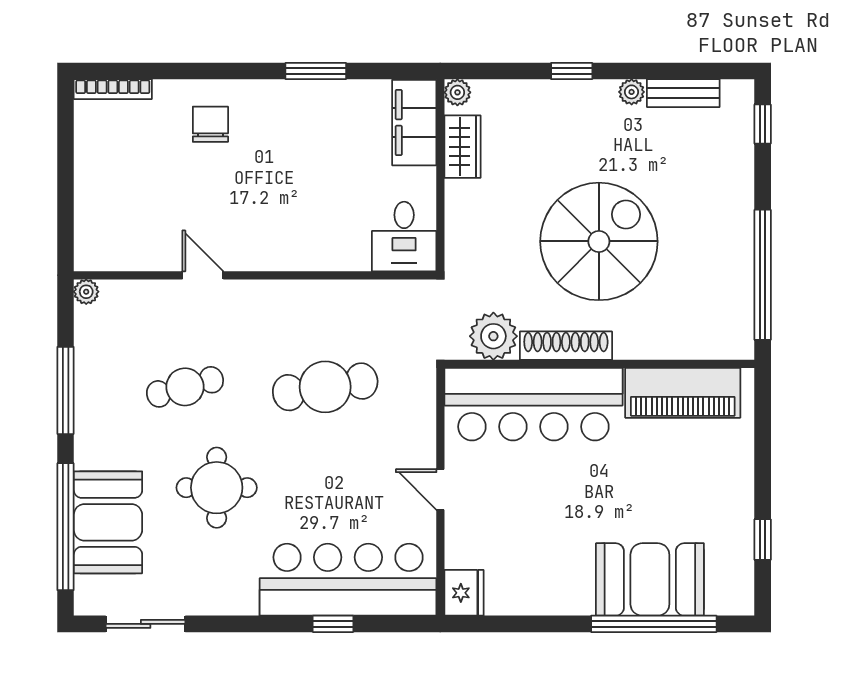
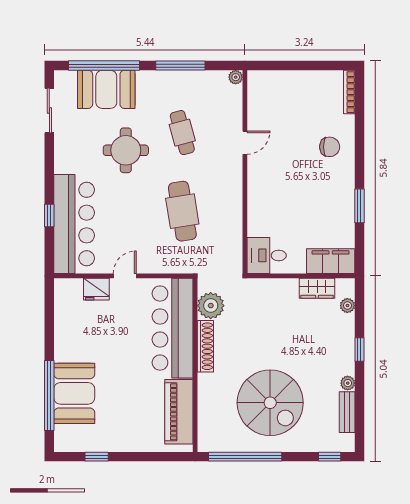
plant: (457, 92) -> (347, 306), moved
spiral stairs: (599, 241) -> (270, 403), moved
fridge: (464, 593) -> (96, 289), moved

